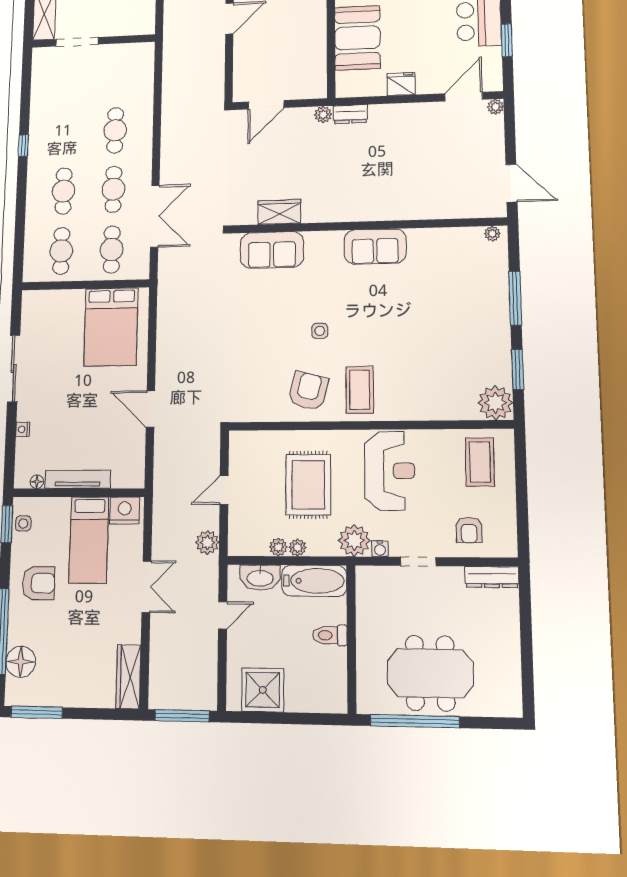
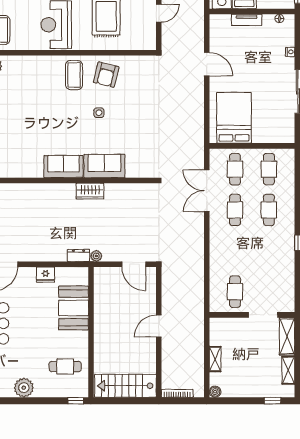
door: (266, 105) -> (134, 264), swing flipped
cafe table: (115, 130) -> (235, 292), moved
wardrobe: (279, 212) -> (90, 191), moved
sofa: (272, 250) -> (104, 166), moved
tv unit: (78, 479) -> (247, 20), width x0.71

